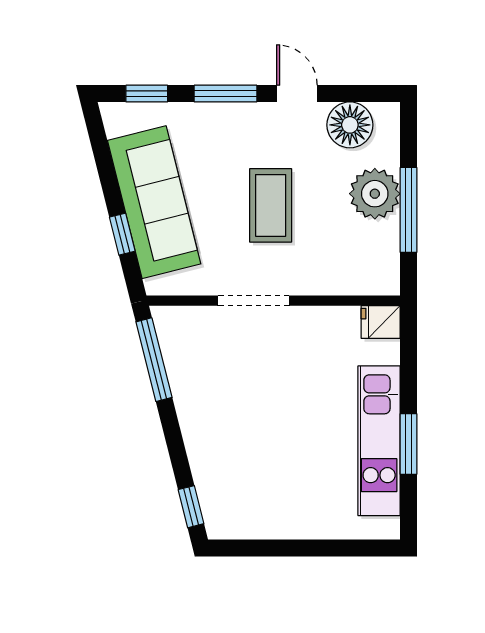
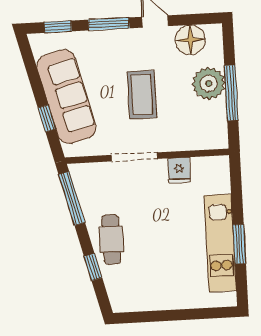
fridge: (381, 322) -> (179, 170), moved, turned -90
cafe table: (211, 426) -> (111, 239), added
window: (191, 507) -> (93, 267), moved

